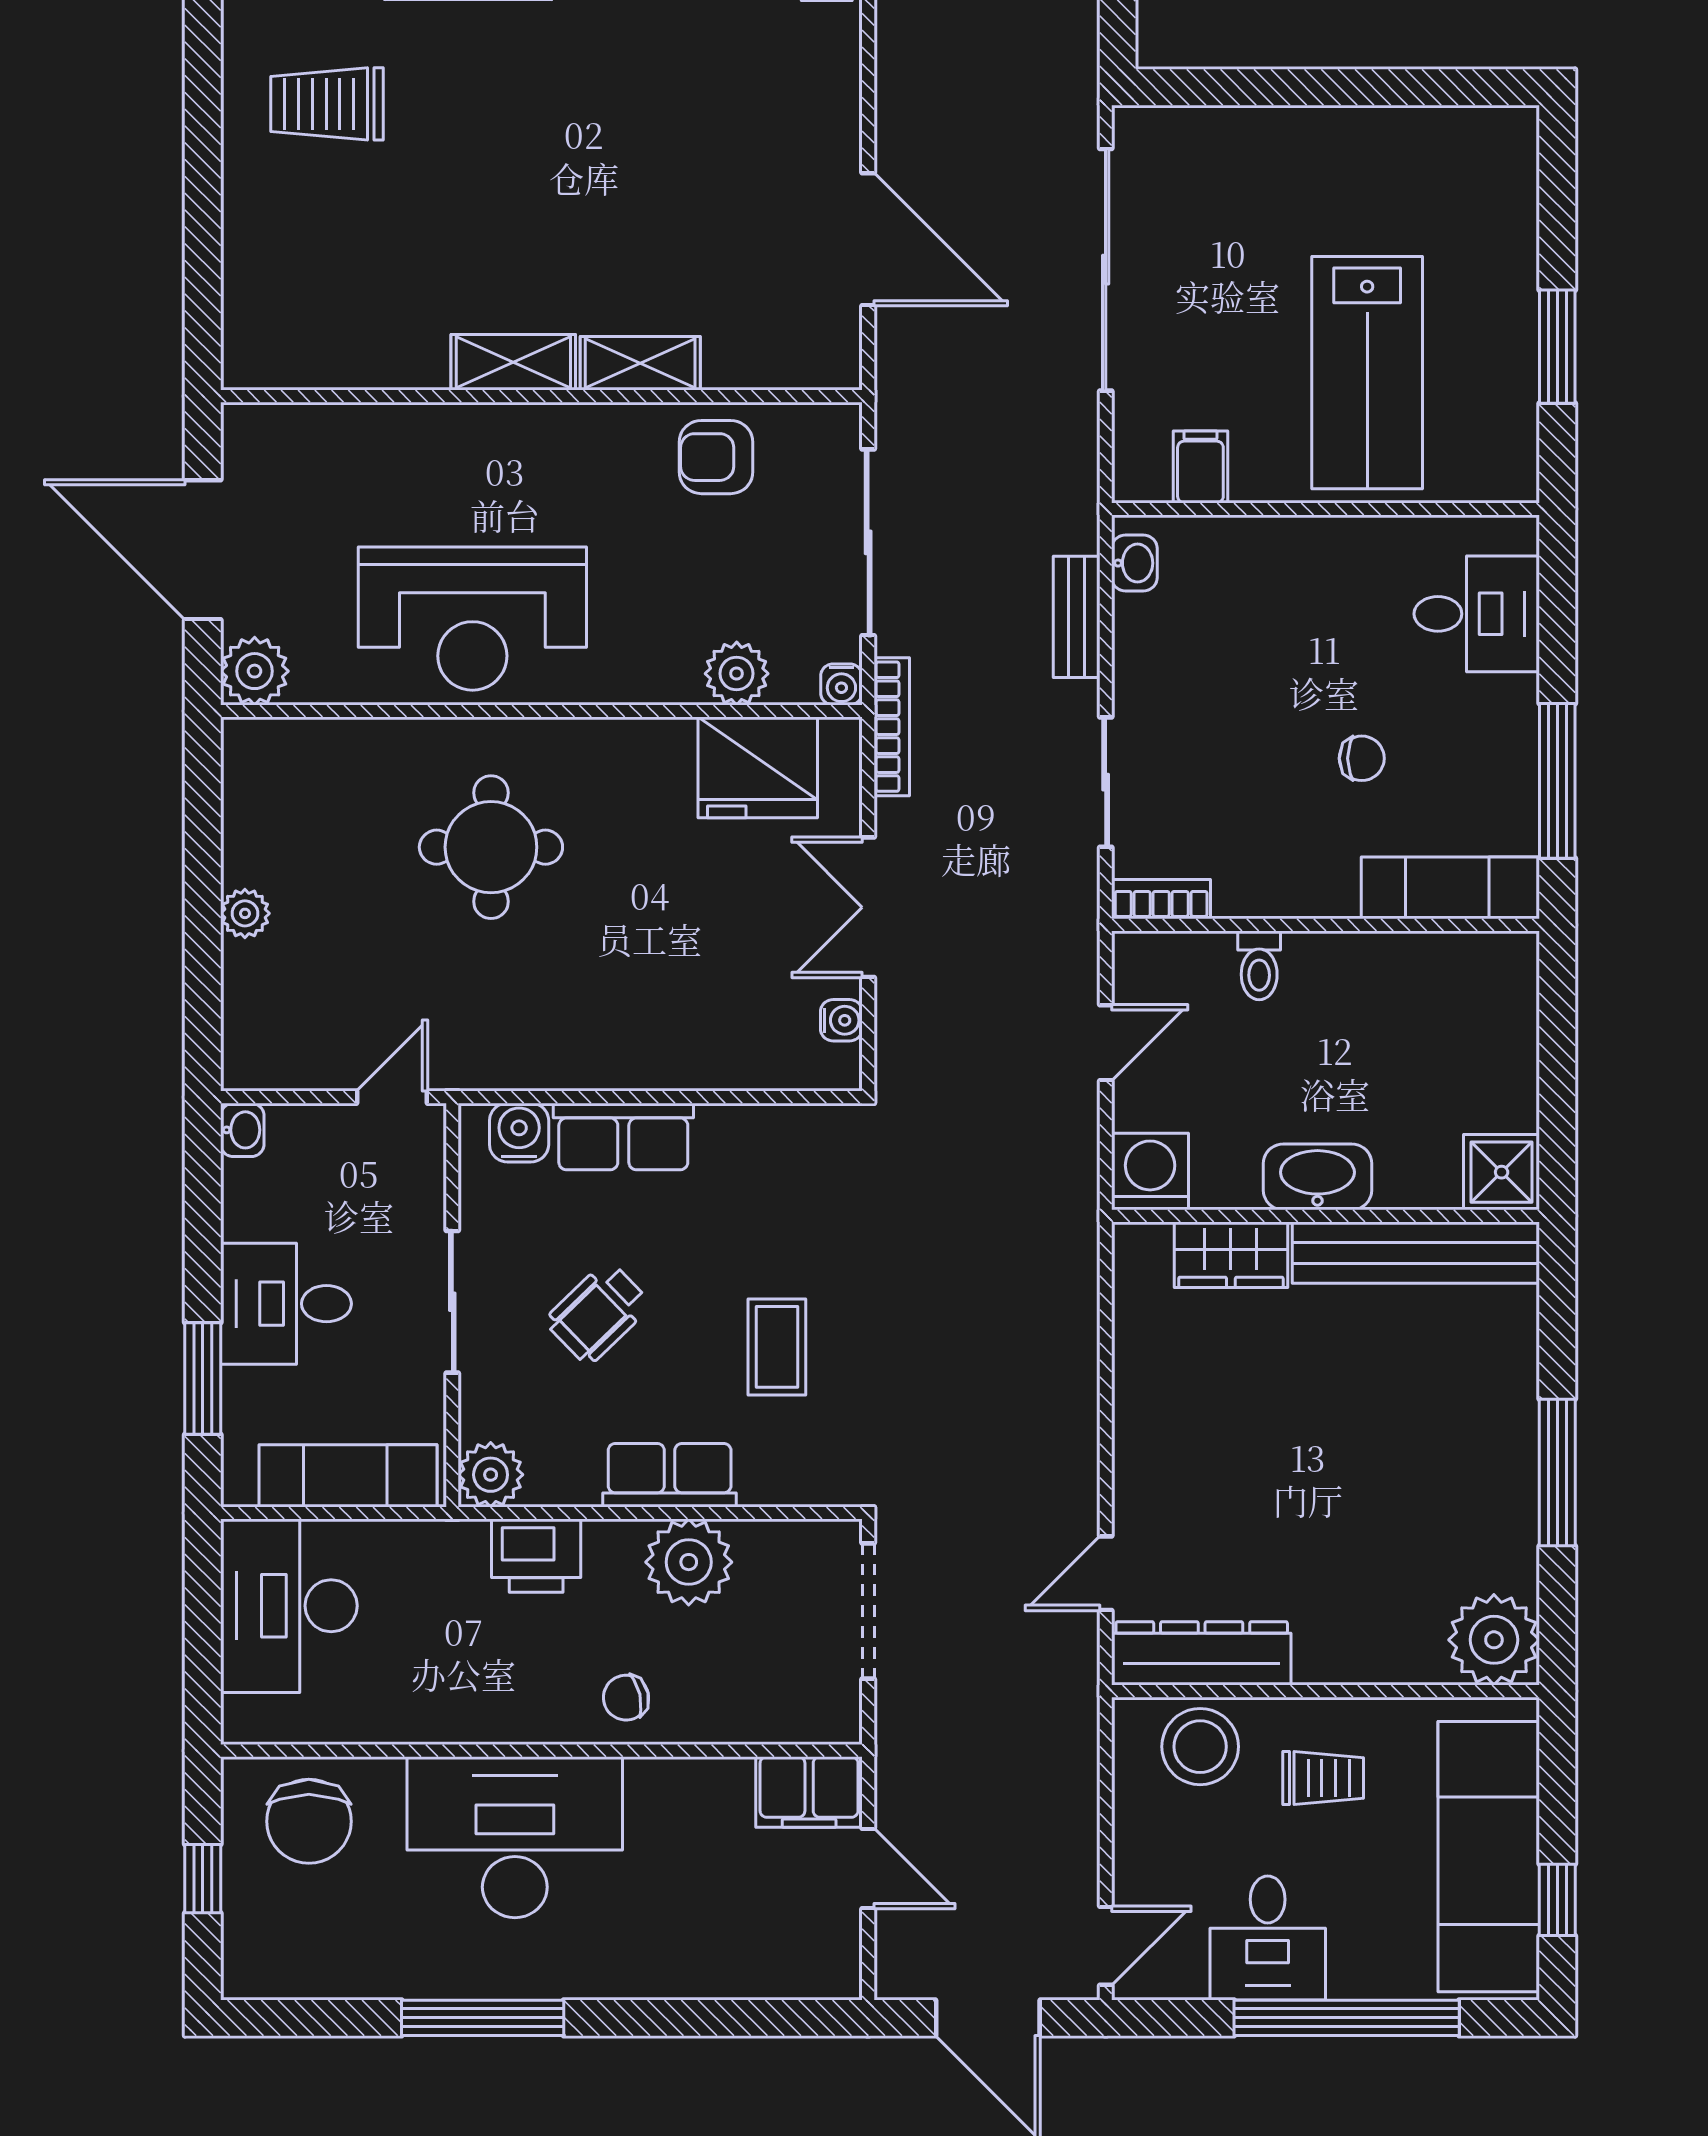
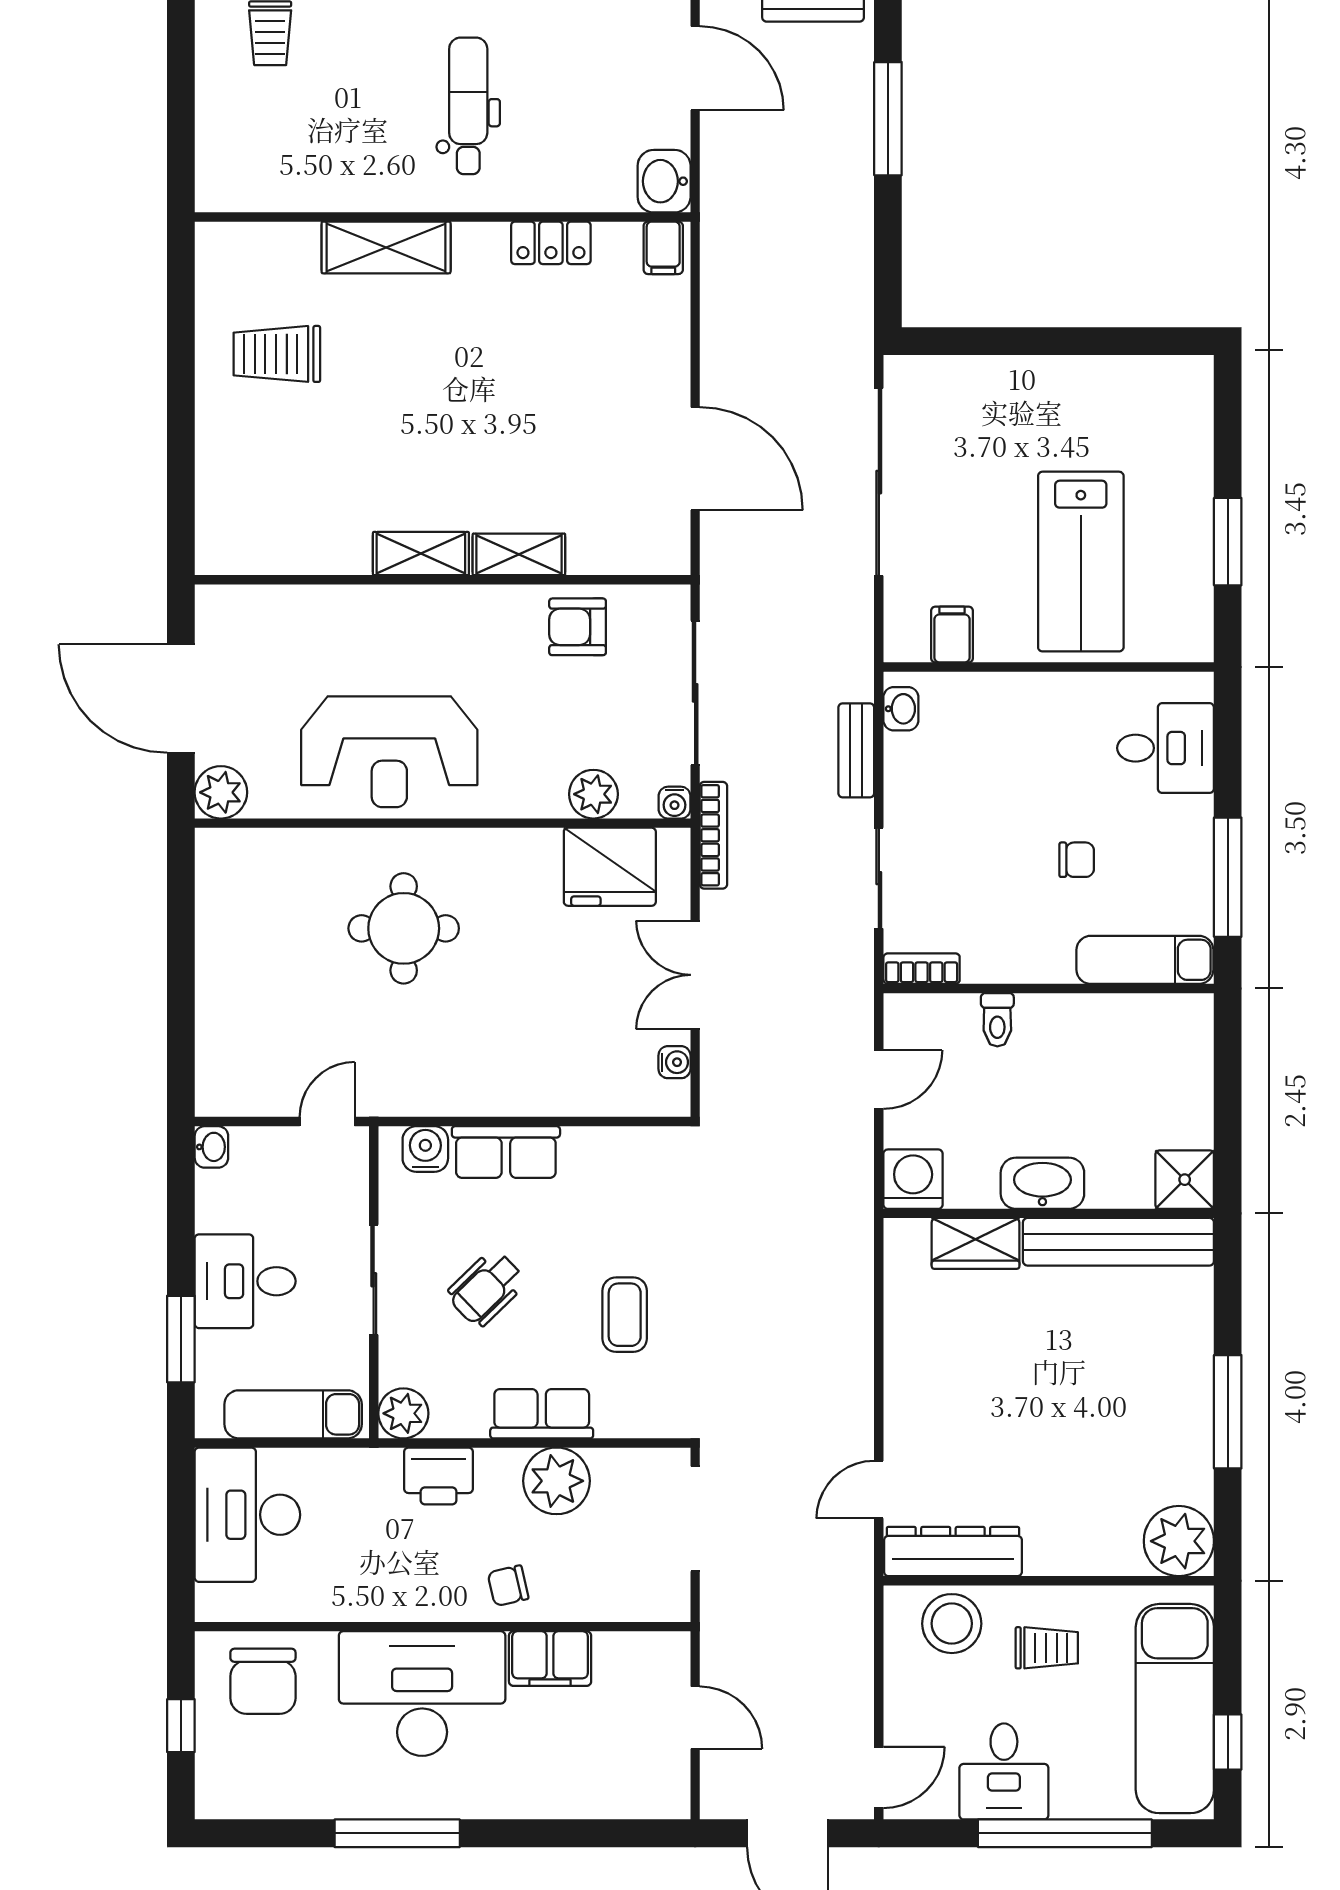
plant: (245, 913) -> (214, 980), removed
filing cabinet: (809, 1792) -> (550, 1659), moved

